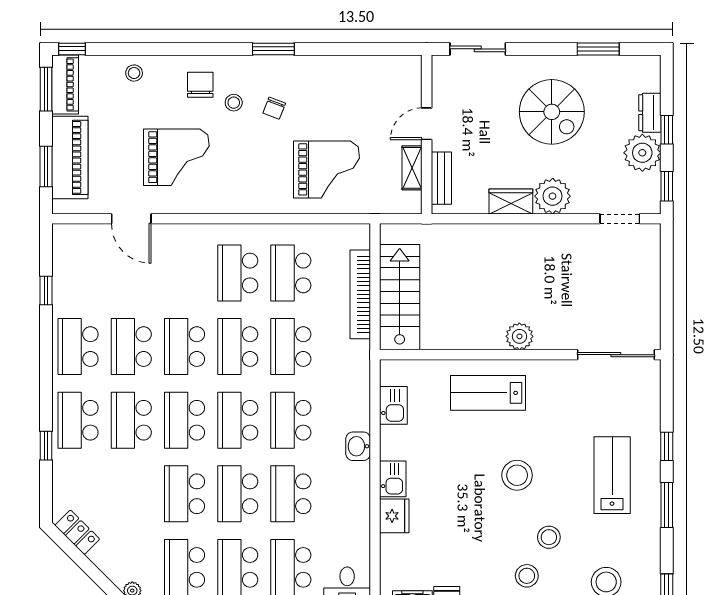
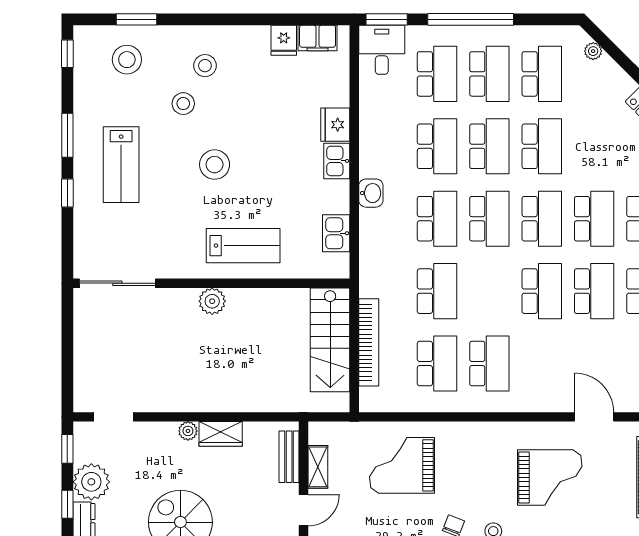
grand piano: (176, 157) -> (550, 477), turned 180
plant: (553, 196) -> (188, 431), width x0.53, depth x0.53
school desk: (238, 347) -> (489, 291), removed

